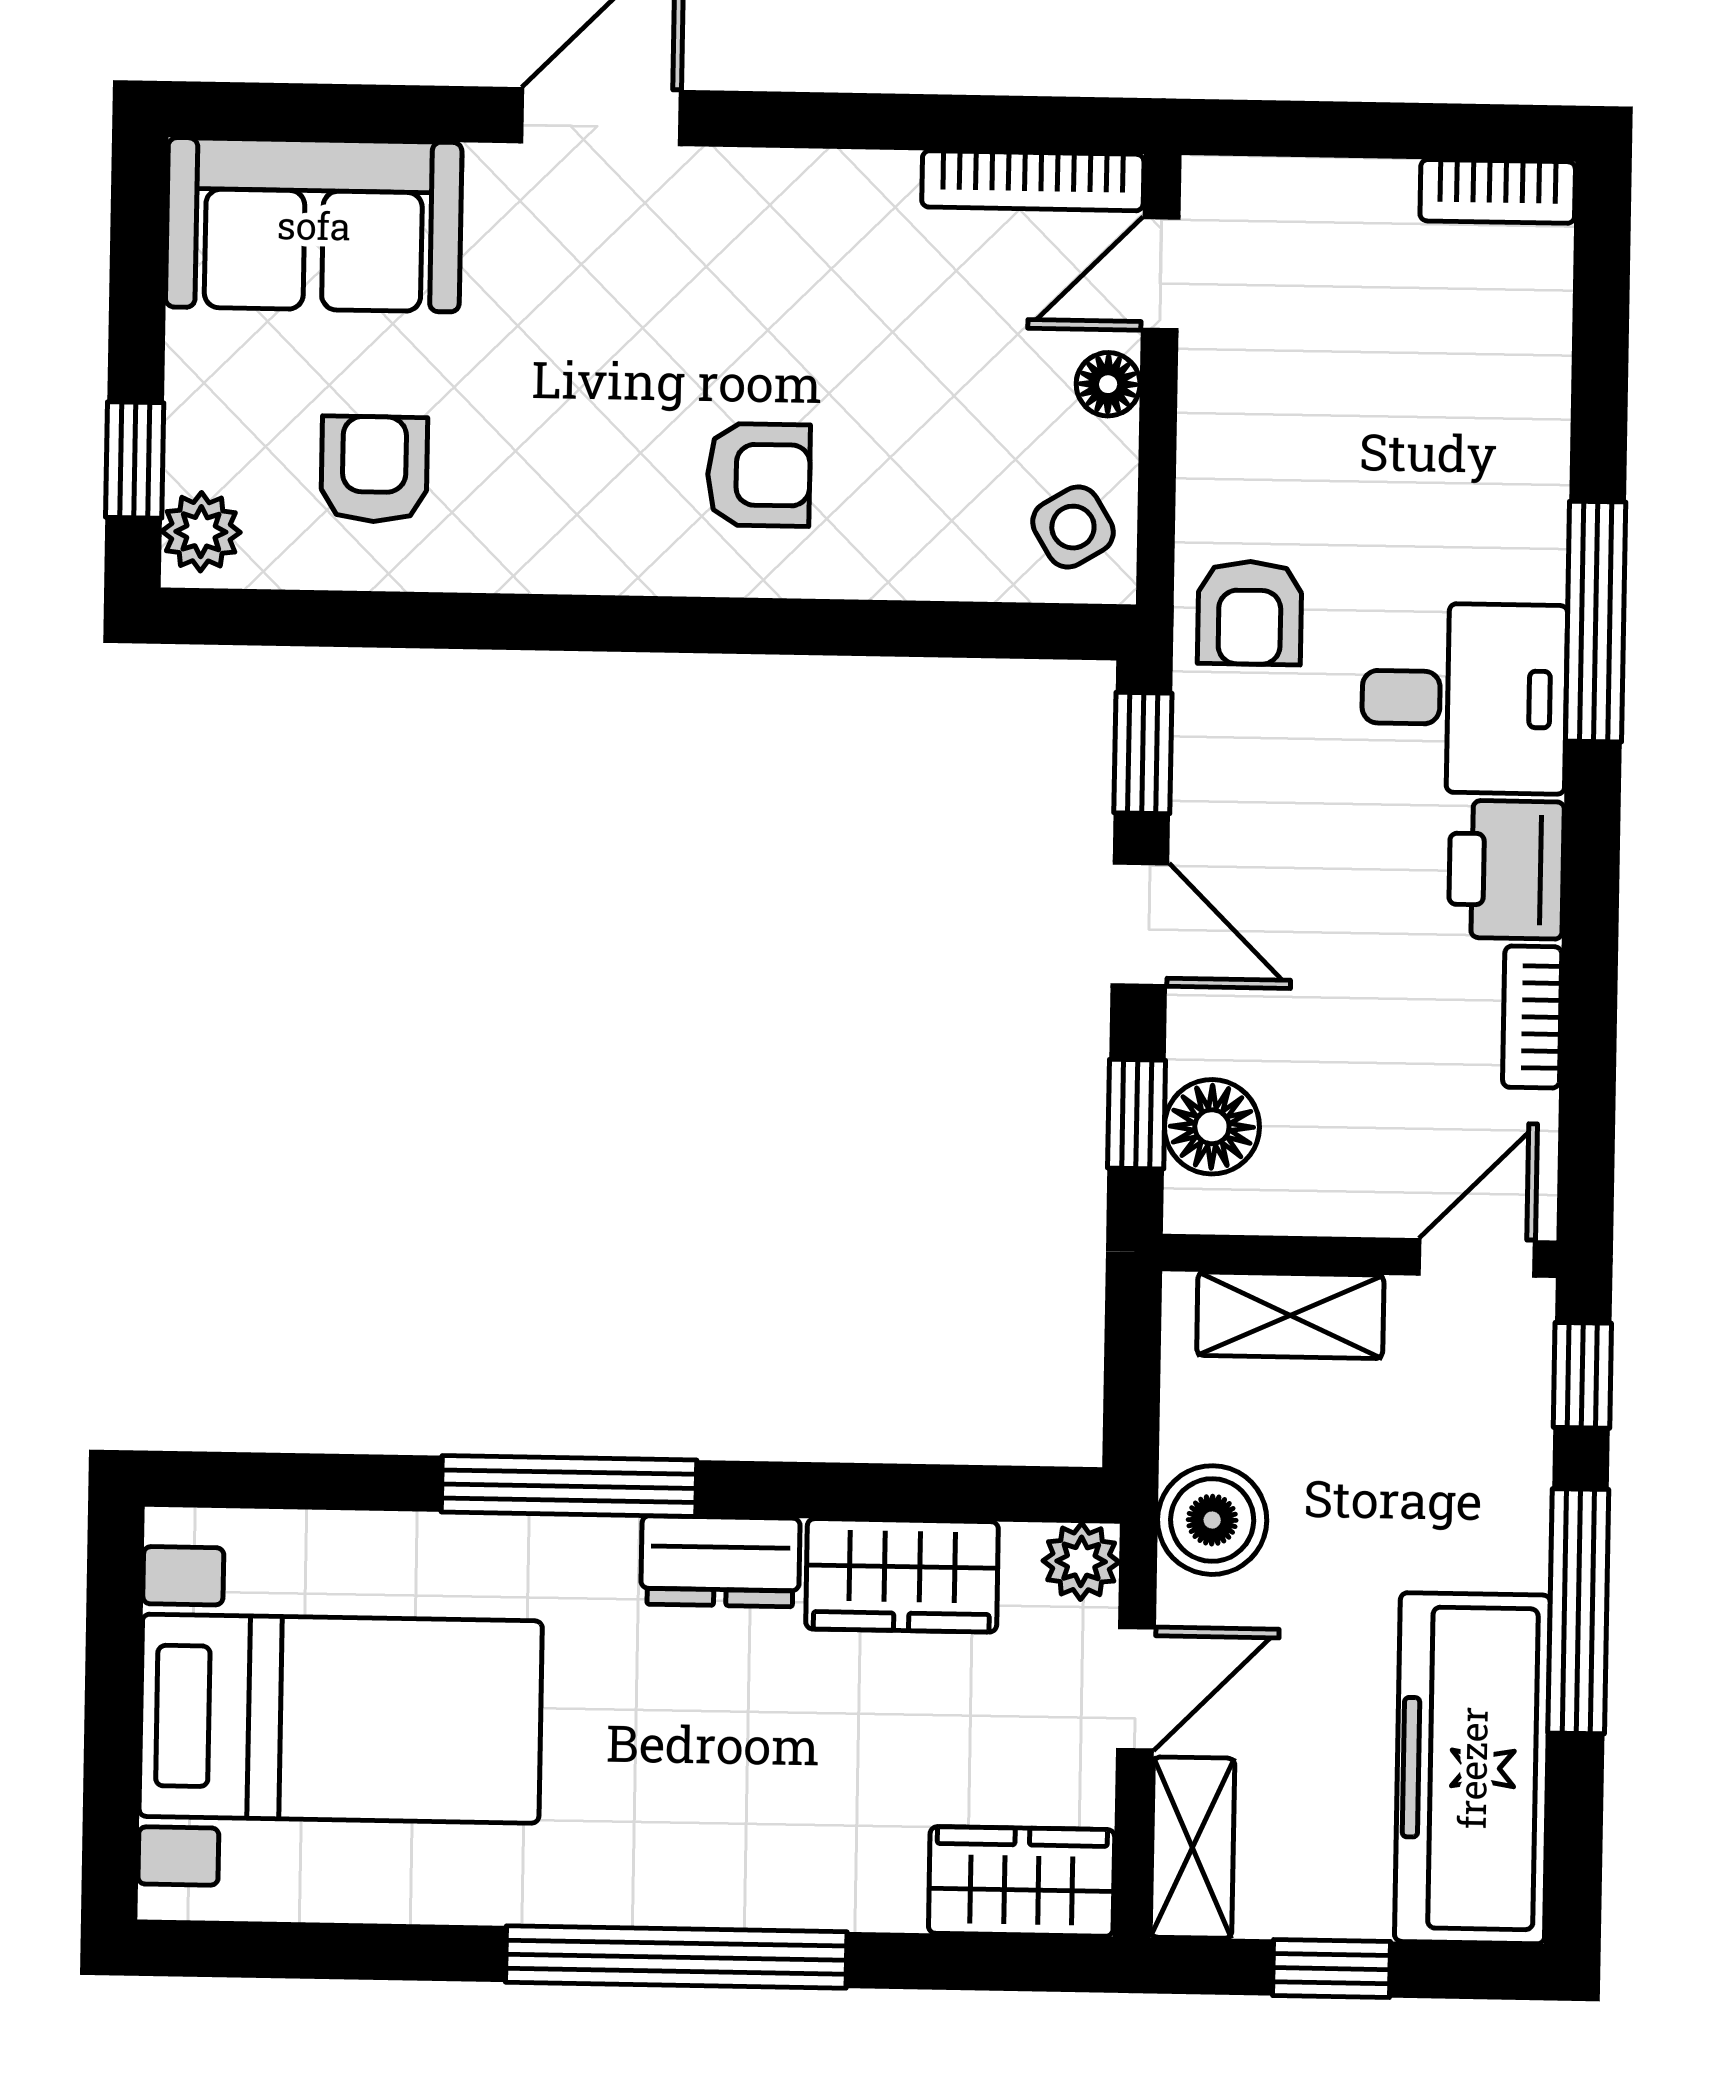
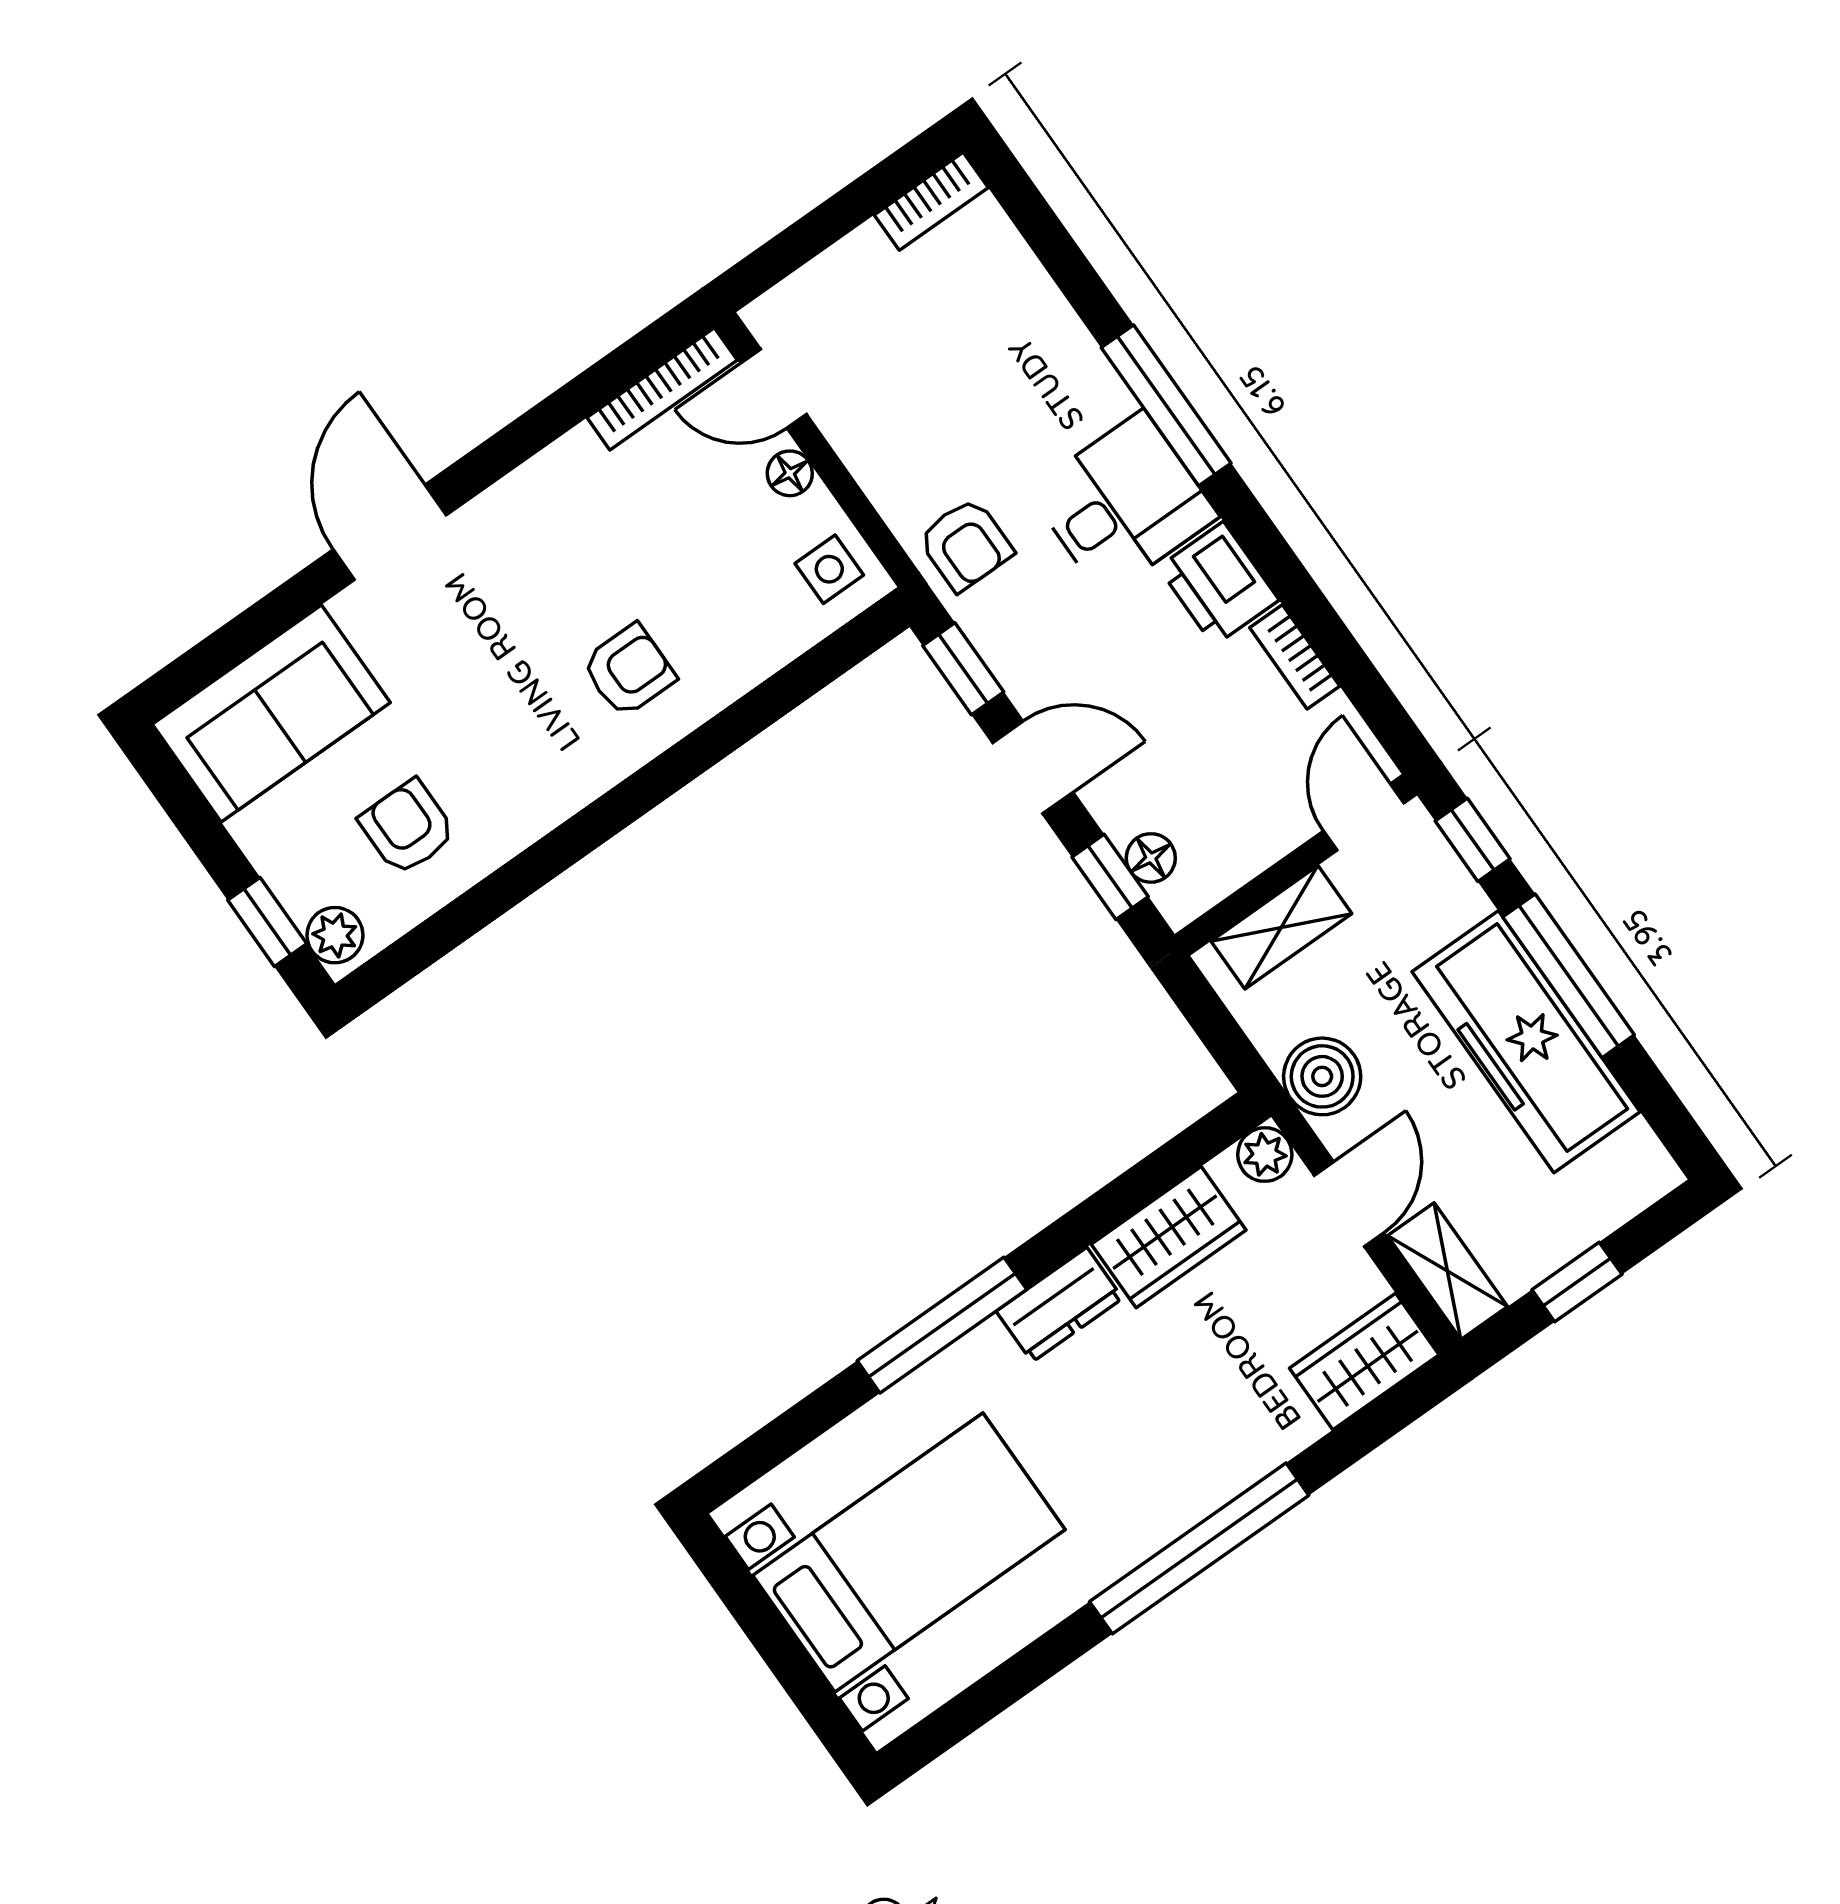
door: (1161, 274) -> (774, 389), hinge flipped
side table: (1073, 527) -> (829, 569), turned 31
floor lamp: (1212, 1127) -> (1151, 858), width x0.73, depth x0.73
freezer: (1472, 1768) -> (1526, 1042), moved

